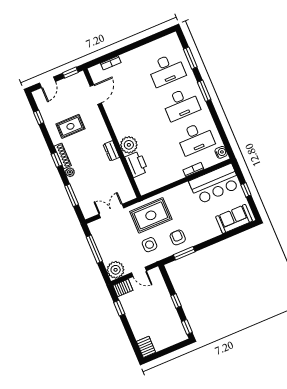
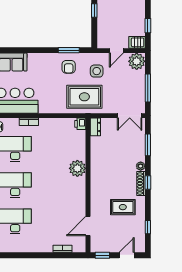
dresser: (111, 151) -> (95, 127), moved
printer: (137, 164) -> (80, 124), moved, width x0.53, depth x0.68
double door: (111, 211) -> (130, 116), moved
door: (139, 272) -> (116, 51), swing flipped

